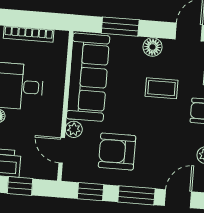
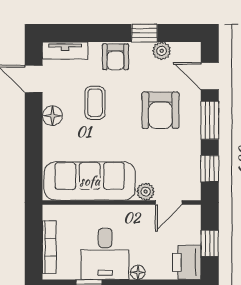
window: (120, 27) -> (34, 152), removed
armchair: (117, 152) -> (160, 110), moved

